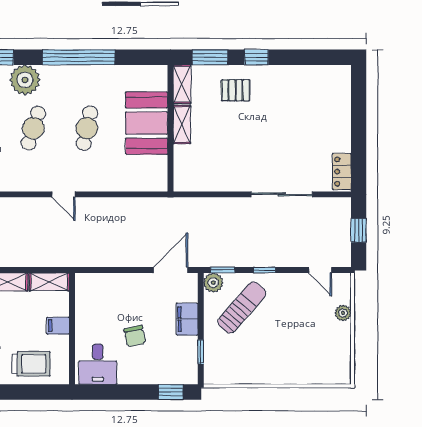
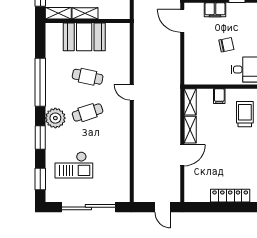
cafe table: (33, 128) -> (88, 113), turned -36
door: (63, 194) -> (132, 92), swing flipped

